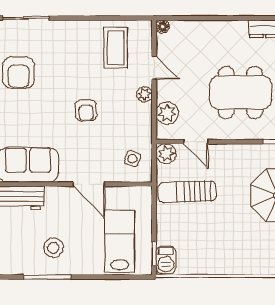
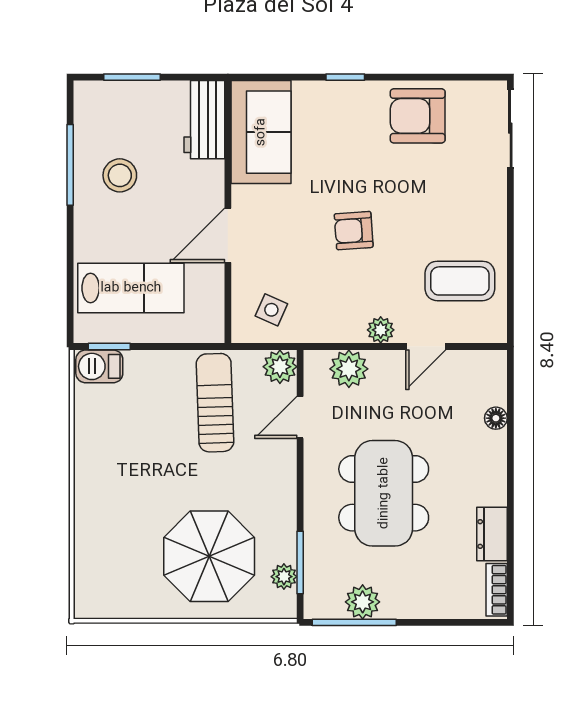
floor lamp: (163, 27) -> (496, 418), moved

